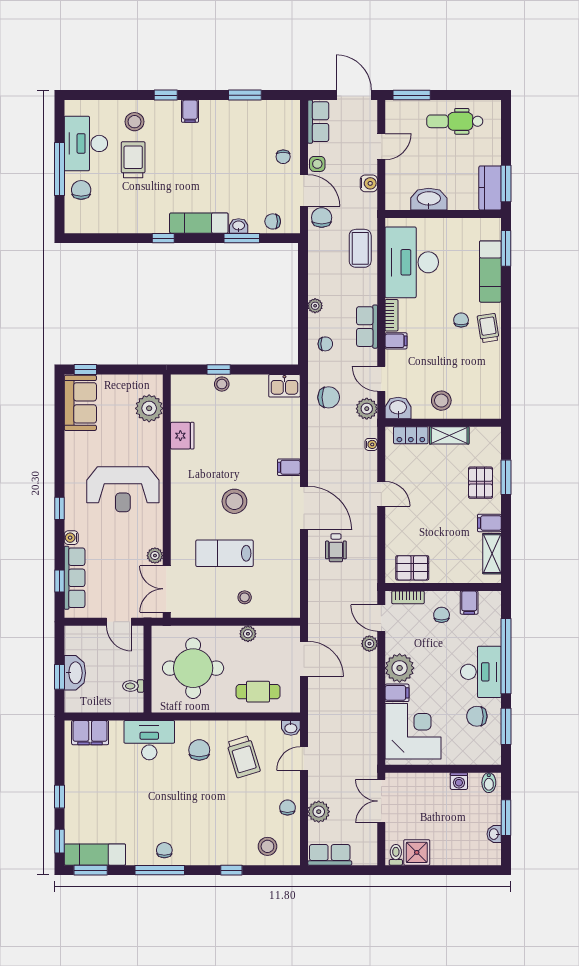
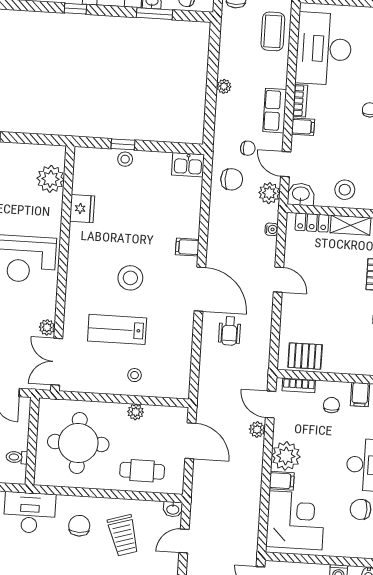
chair: (325, 344) -> (248, 148), moved

